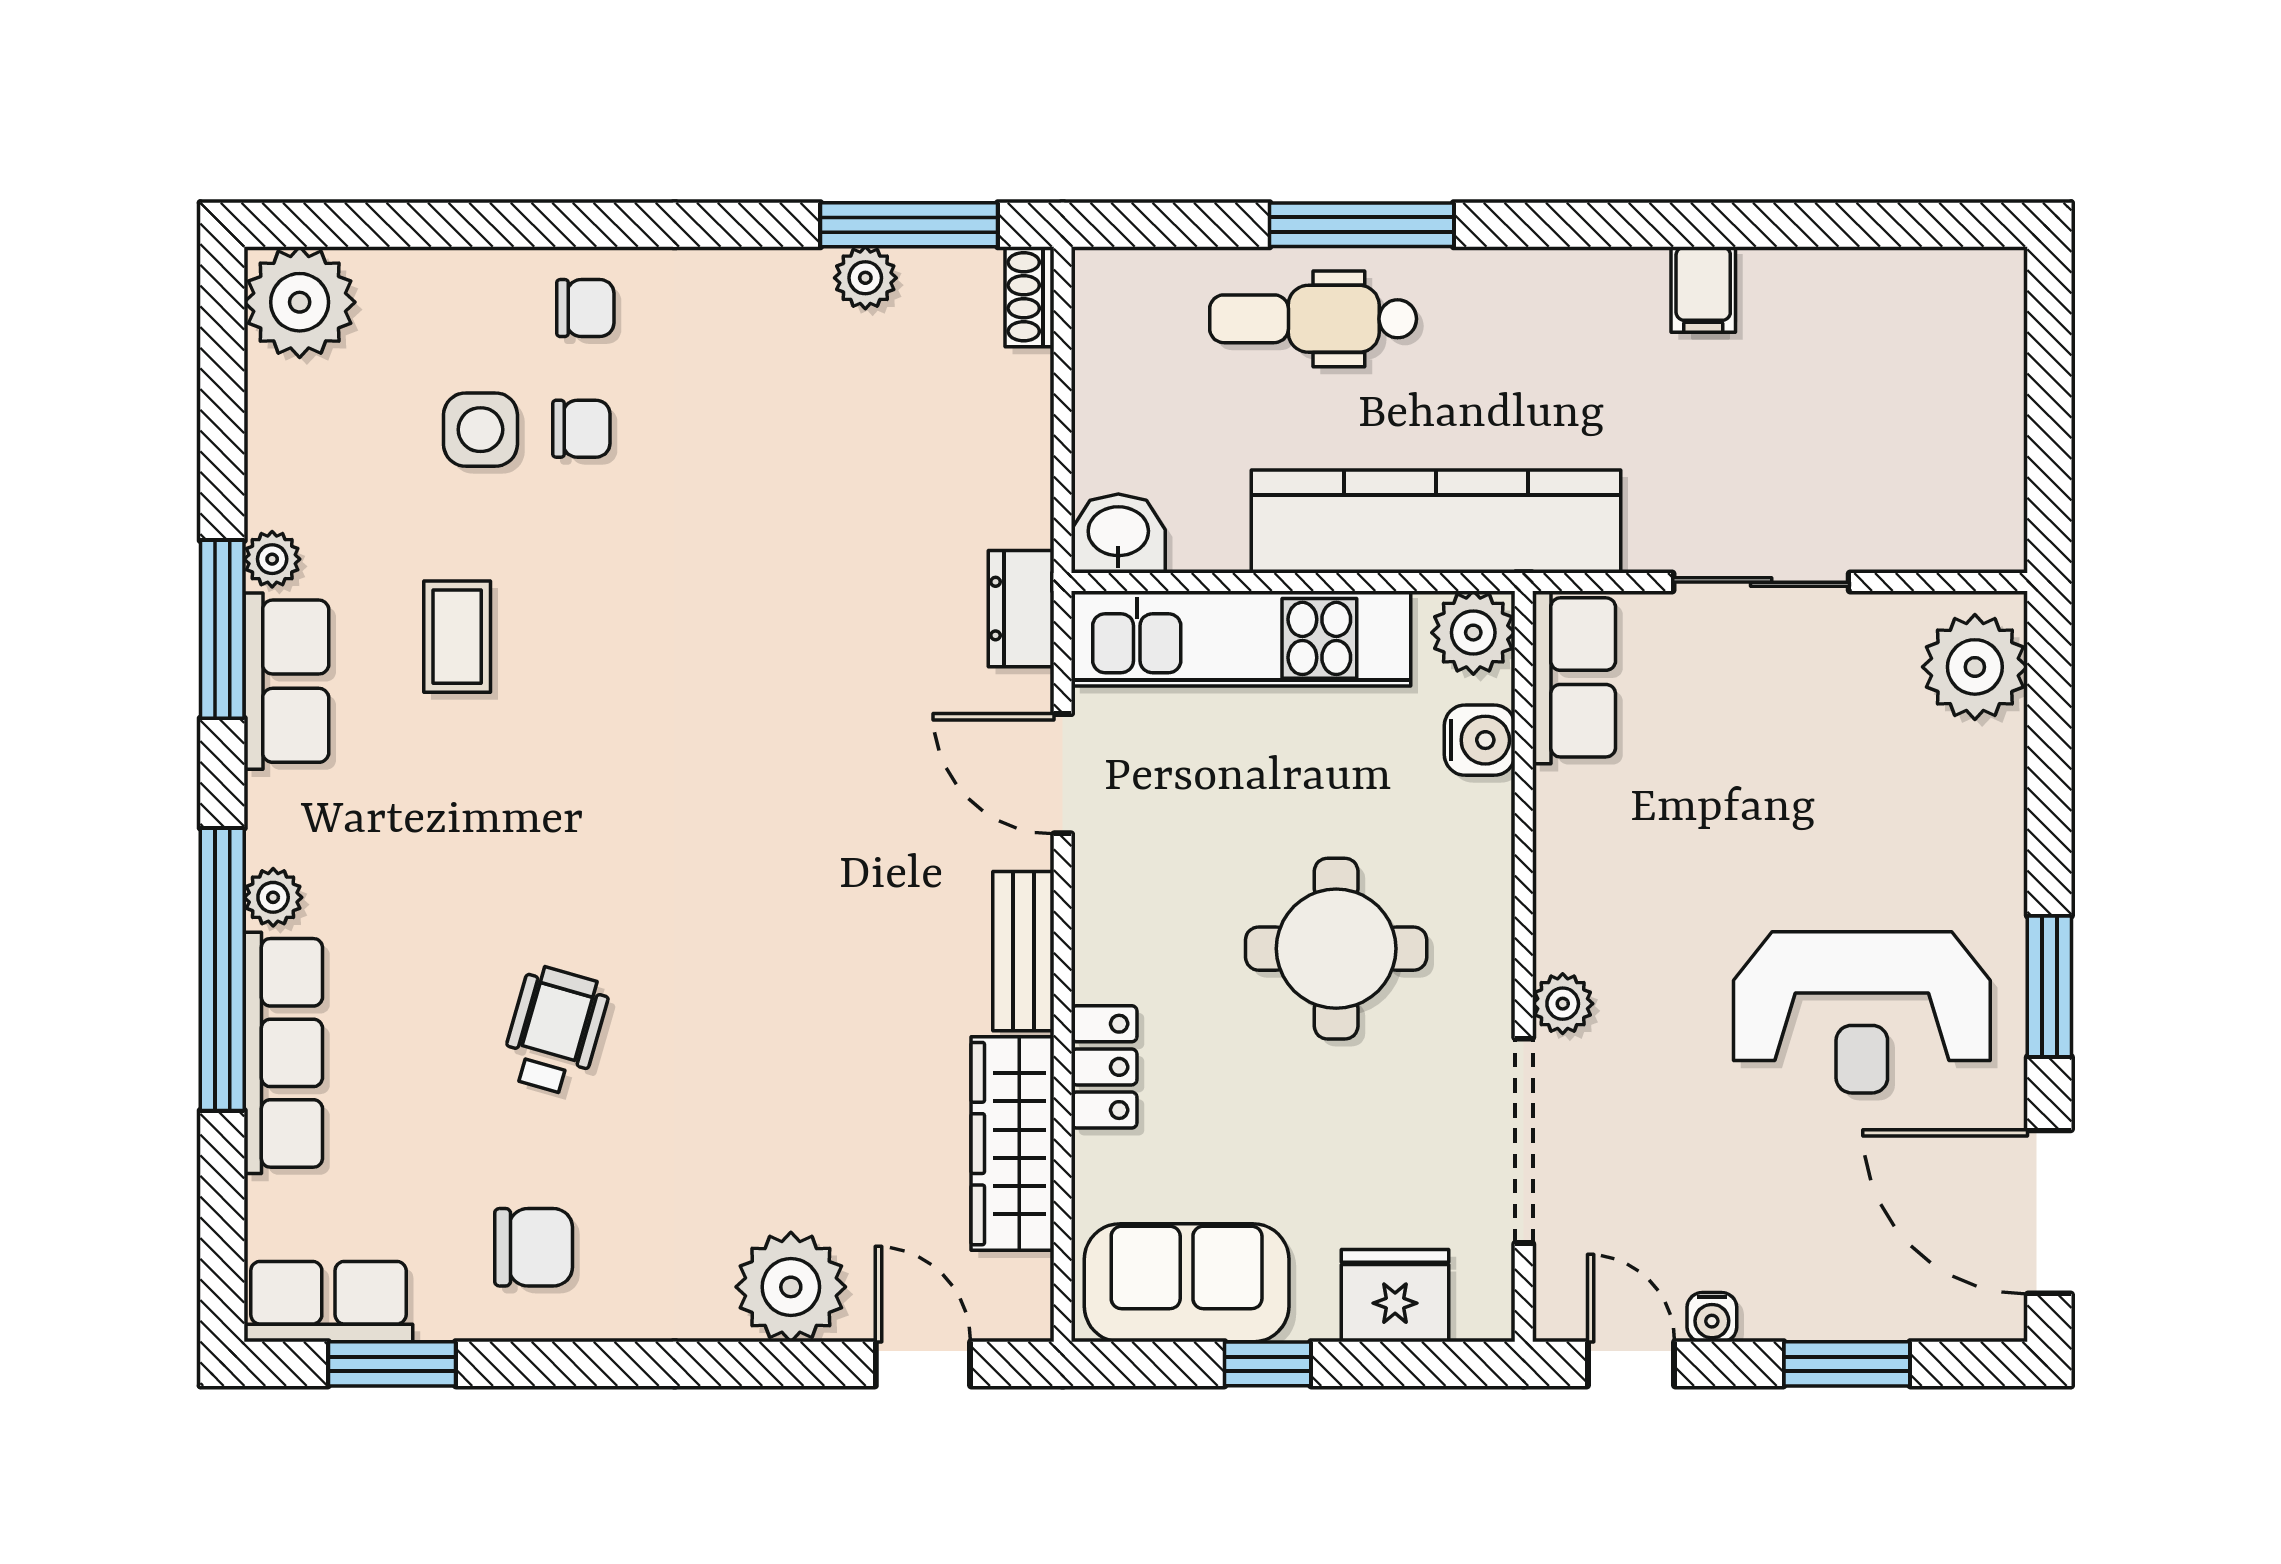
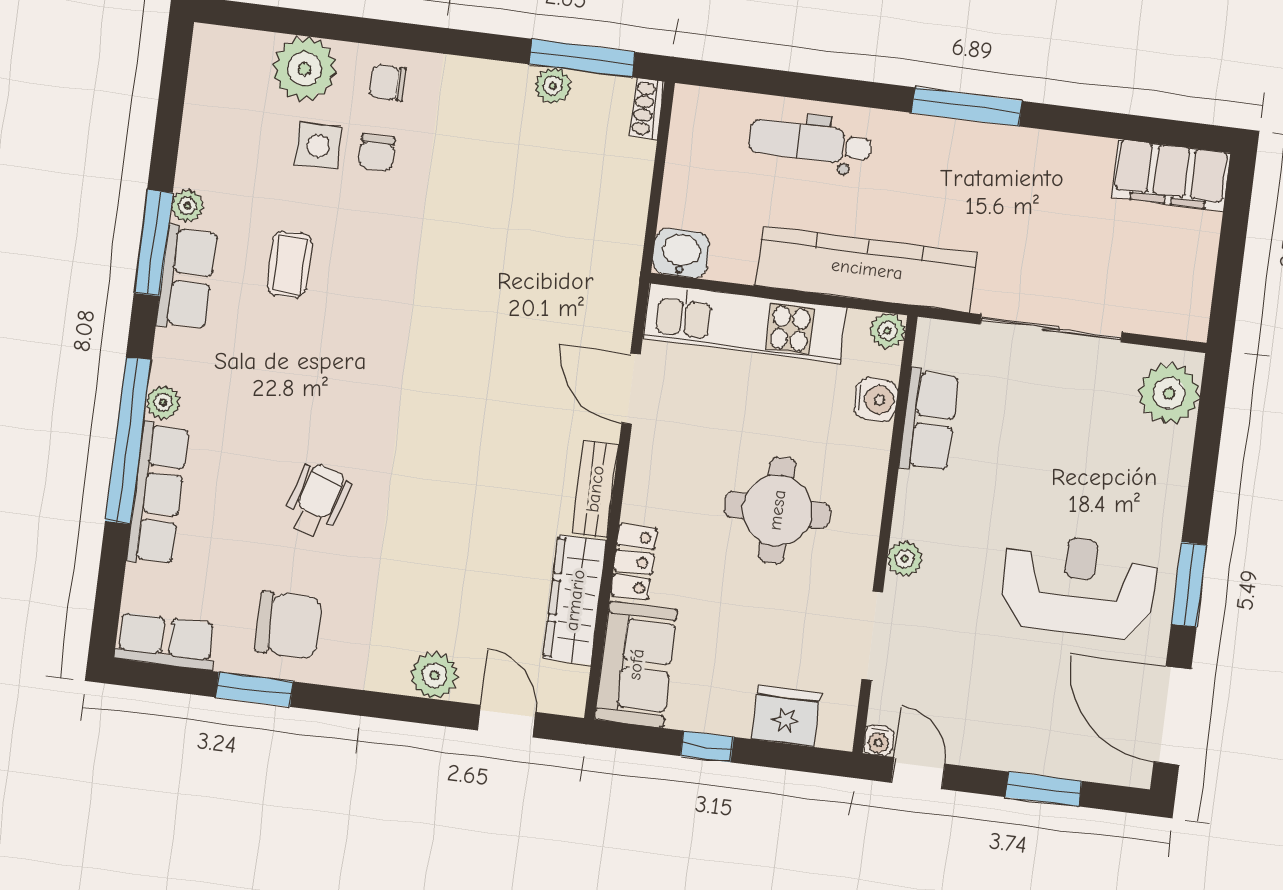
window: (1362, 225) -> (967, 107), moved
filing cabinet: (1703, 290) -> (1171, 175), moved, width x3.00, depth x1.17
plant: (300, 302) -> (304, 69), moved
chair: (585, 308) -> (388, 83), turned 180
chair: (581, 429) -> (377, 153), turned 90
sliding door: (1761, 582) -> (1051, 328), width x1.37
dresser: (1021, 609) -> (619, 289), removed
plant: (1473, 633) -> (888, 331), width x0.73, depth x0.73
row of seats: (1574, 677) -> (929, 420), moved
reception desk: (1862, 1012) -> (1078, 586), turned 180
doorway: (1524, 1141) -> (872, 636), width x0.73
chair: (534, 1247) -> (289, 625), width x1.37, depth x1.37
sofa: (1187, 1283) -> (636, 664), moved, turned 90
plant: (791, 1287) -> (434, 675), width x0.73, depth x0.73
water cooler: (1712, 1317) -> (879, 741), moved
window: (392, 1364) -> (254, 689), moved

